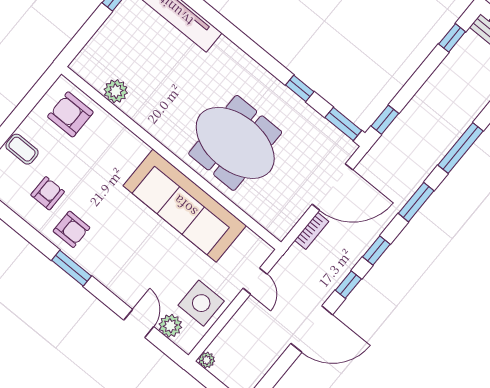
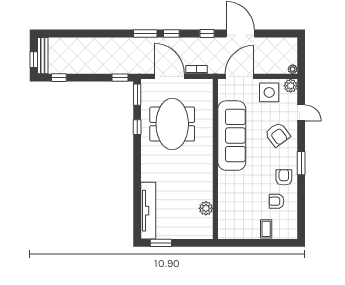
armchair: (70, 114) -> (278, 135), moved, turned -36
meeting table: (235, 143) -> (172, 124), moved
window: (461, 148) -> (105, 34), removed
window: (376, 251) -> (171, 34), moved
door: (255, 281) -> (240, 76), width x1.88
door: (139, 323) -> (301, 113), swing flipped
plant: (170, 326) -> (291, 86), moved

